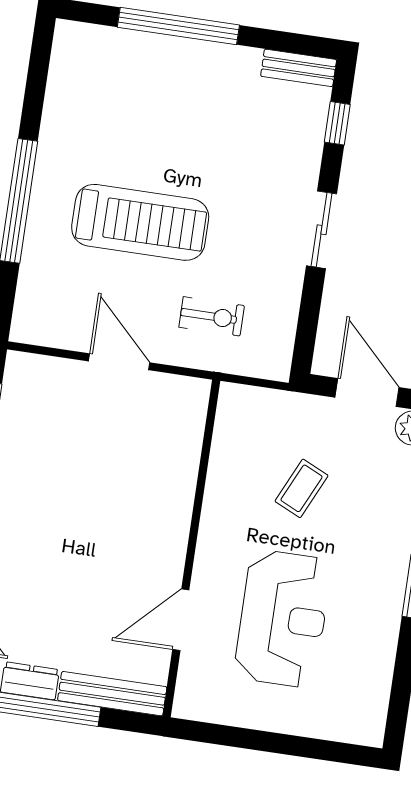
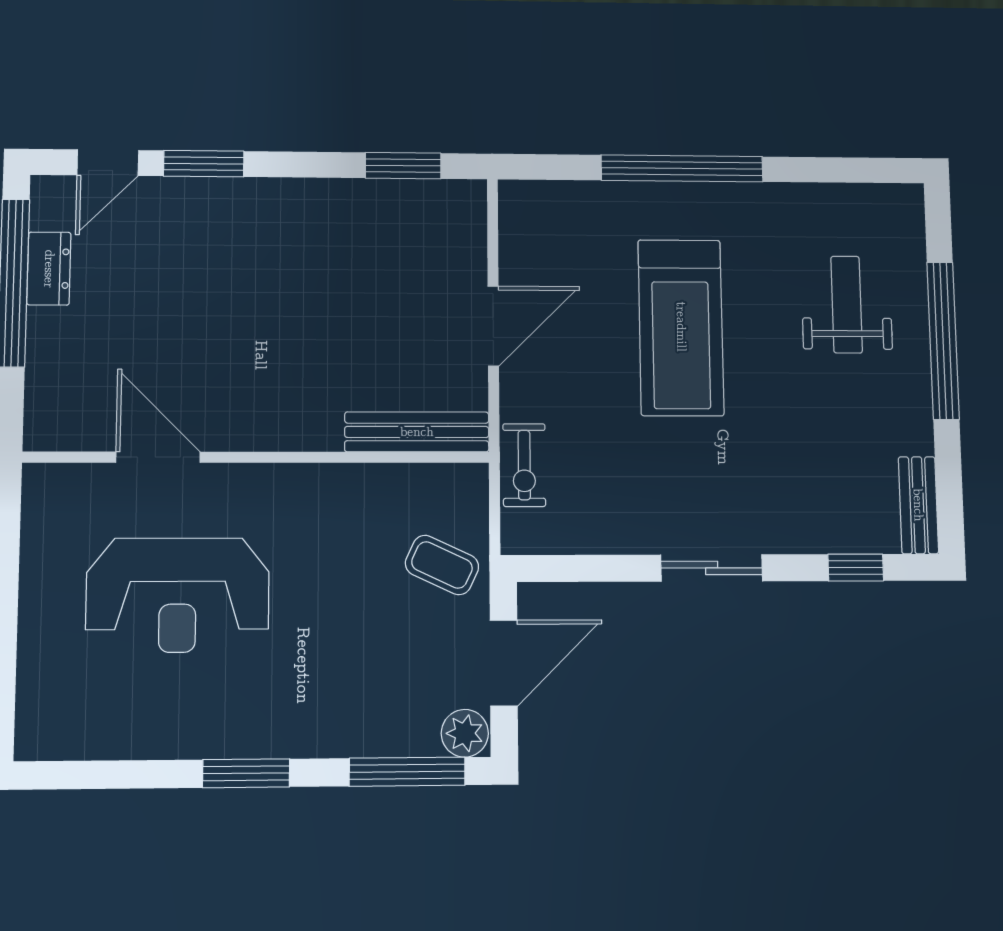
weight bench: (141, 94) -> (847, 305), added
exercise bike: (212, 316) -> (524, 465), moved
coffee table: (302, 488) -> (442, 565), moved
bench: (112, 694) -> (417, 432), moved, turned 90

